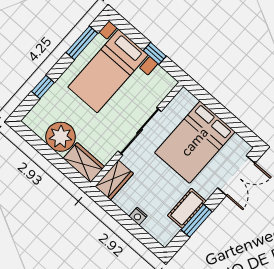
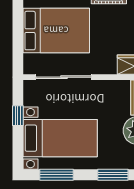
window: (43, 87) -> (113, 175), width x1.50
sliding door: (140, 131) -> (64, 77), moved

